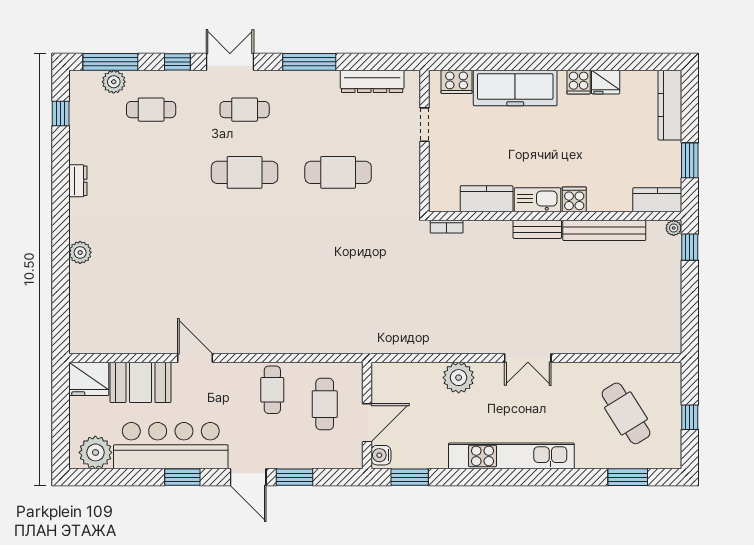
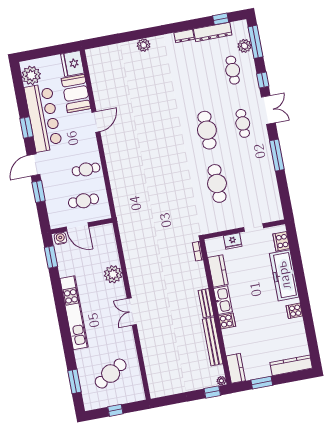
dresser: (372, 81) -> (213, 32), moved, turned -90
fridge: (606, 82) -> (233, 241), moved, turned -90

